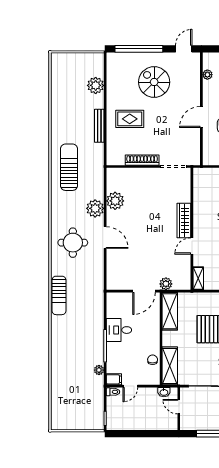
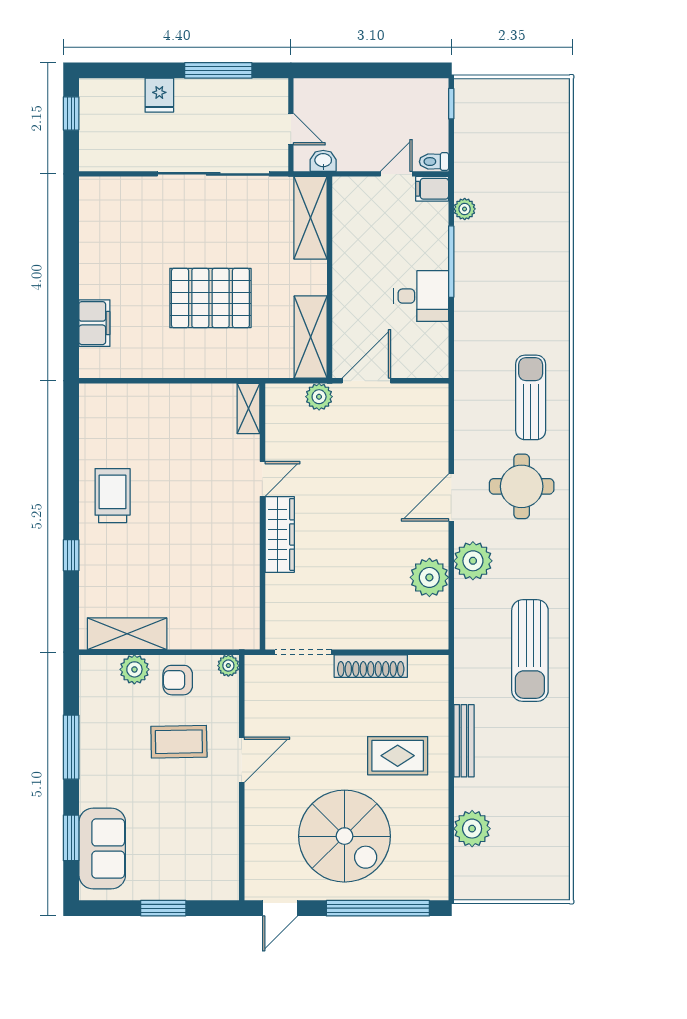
plant: (207, 75) -> (228, 666), moved
spiral stairs: (154, 82) -> (345, 836), width x1.37, depth x1.37
door: (105, 238) -> (451, 497), hinge flipped
sun lounger: (59, 295) -> (531, 397), moved
chair: (153, 360) -> (348, 231), removed

